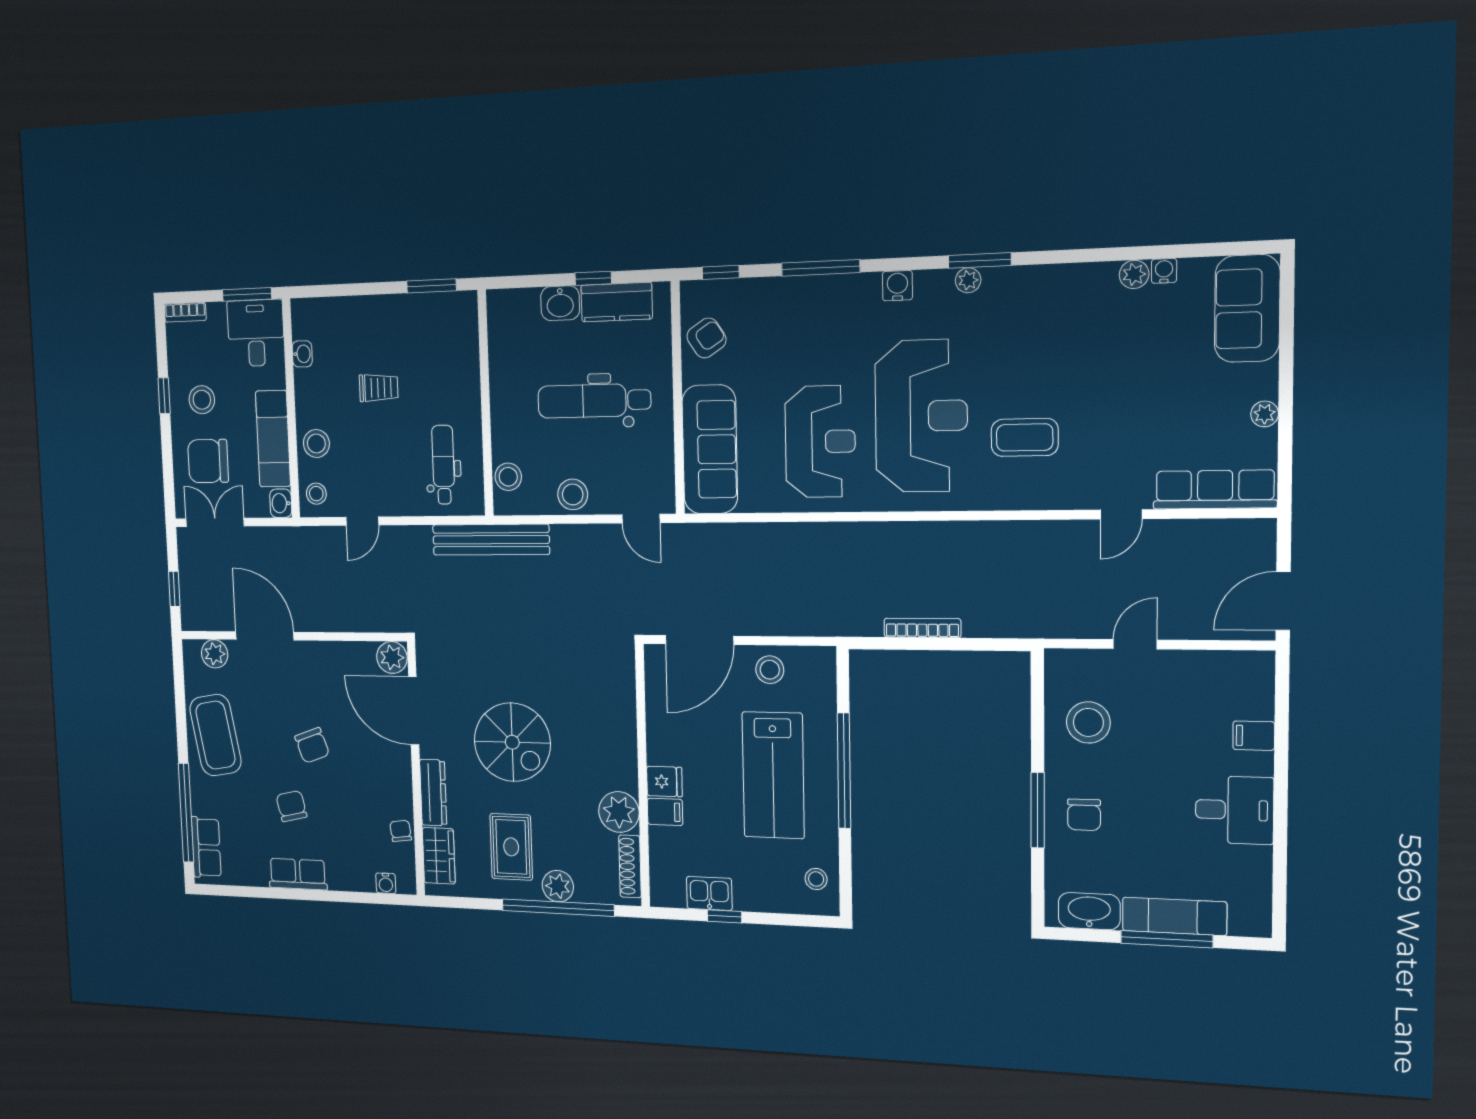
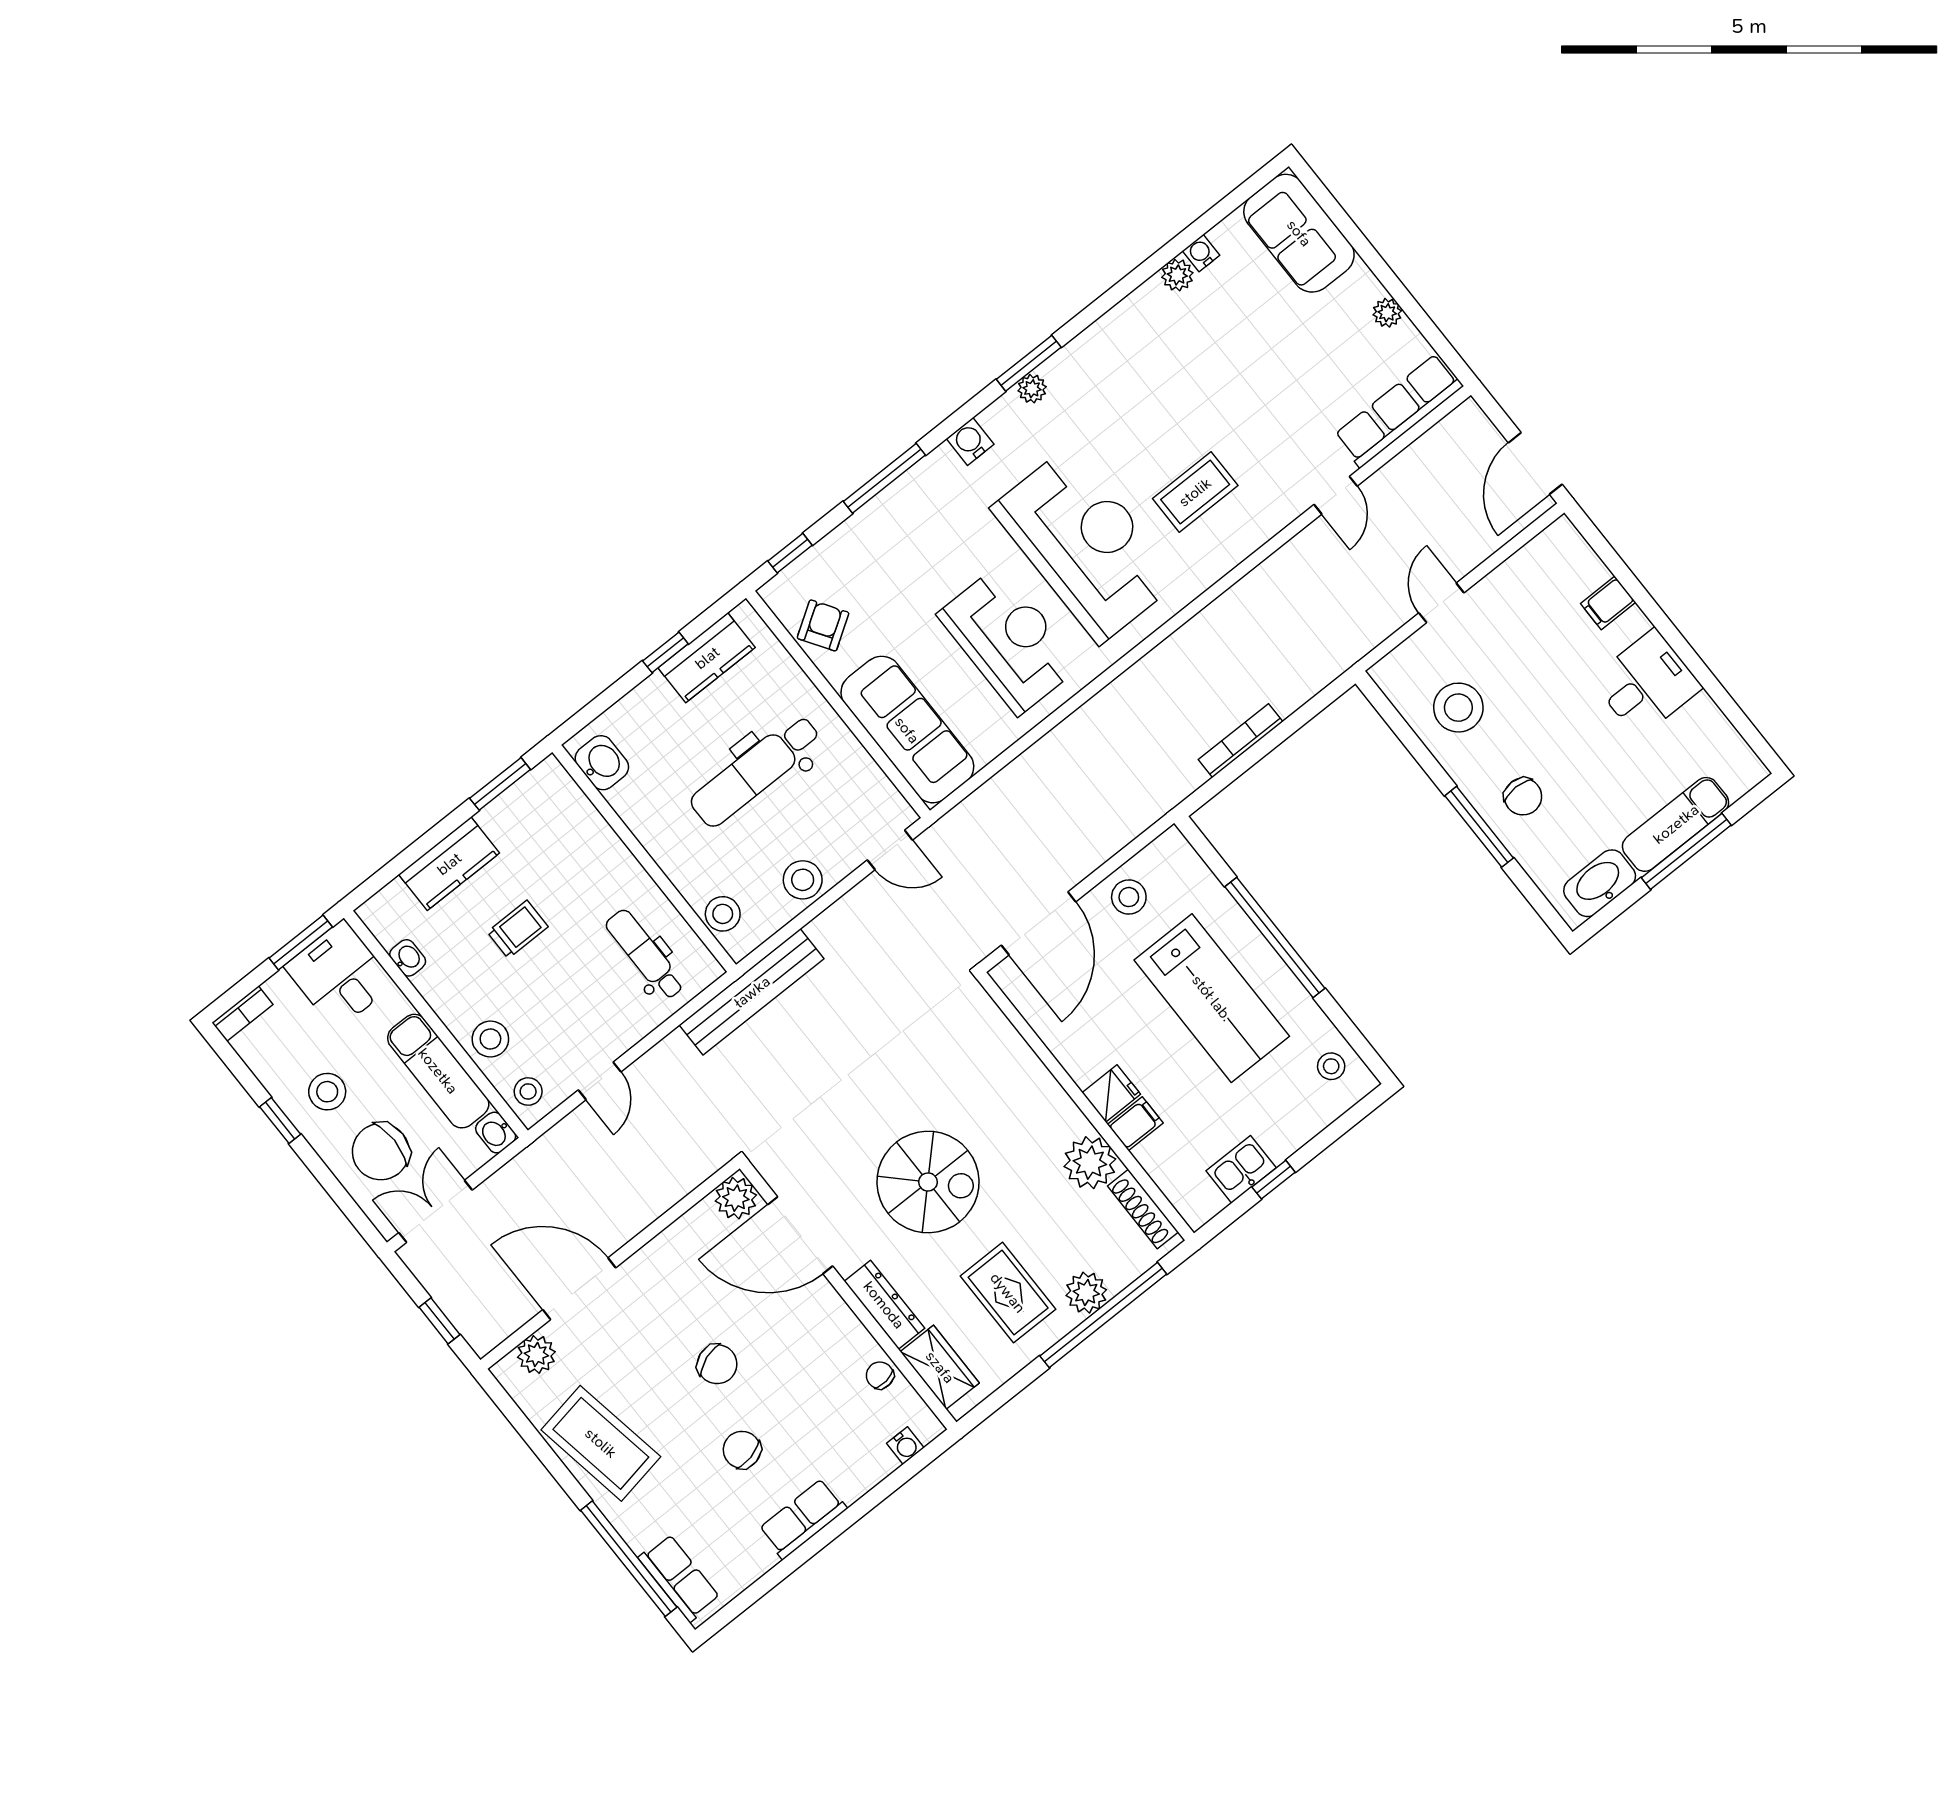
washbasin: (560, 303) -> (602, 763), moved, turned -90
kitchen counter: (366, 313) -> (449, 864), added

